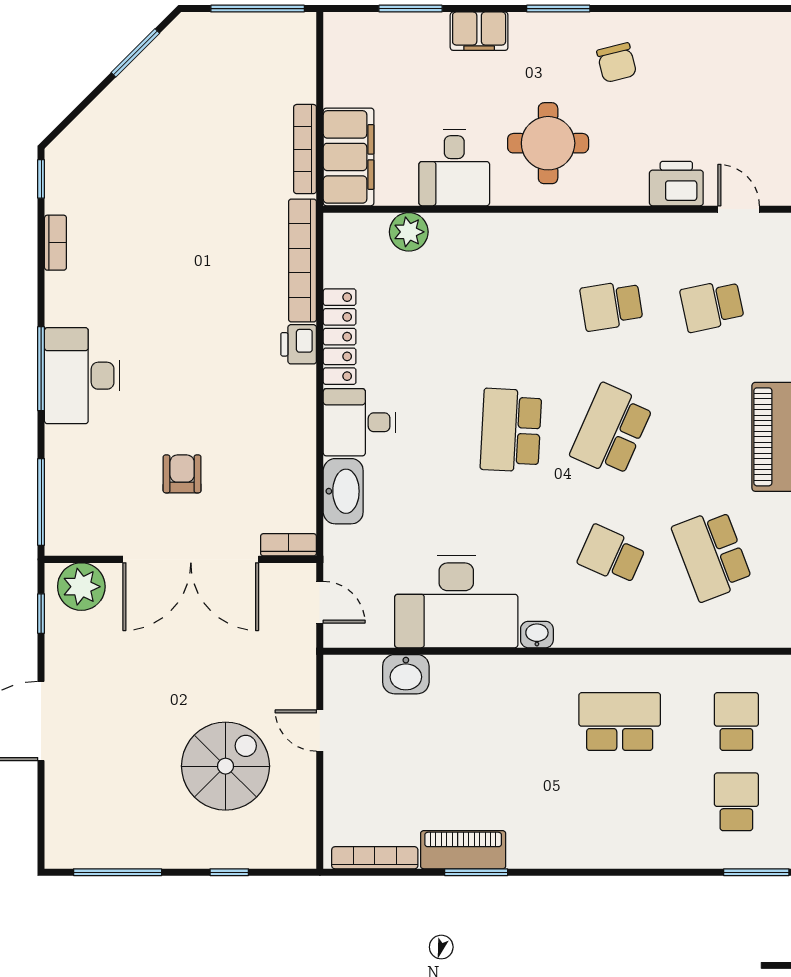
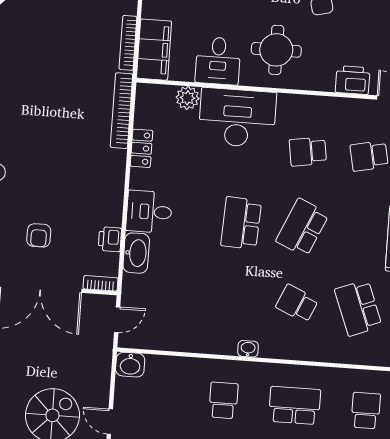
locker: (340, 337) -> (141, 148), width x0.66
printer: (299, 344) -> (110, 239), moved
armchair: (182, 474) -> (39, 235), turned 180
door: (320, 602) -> (117, 320), hinge flipped
desk: (456, 602) -> (237, 118), moved, turned 180
washbasin: (406, 674) -> (130, 365), moved
school desk: (503, 722) -> (223, 400), added
door: (320, 731) -> (110, 422), moved

